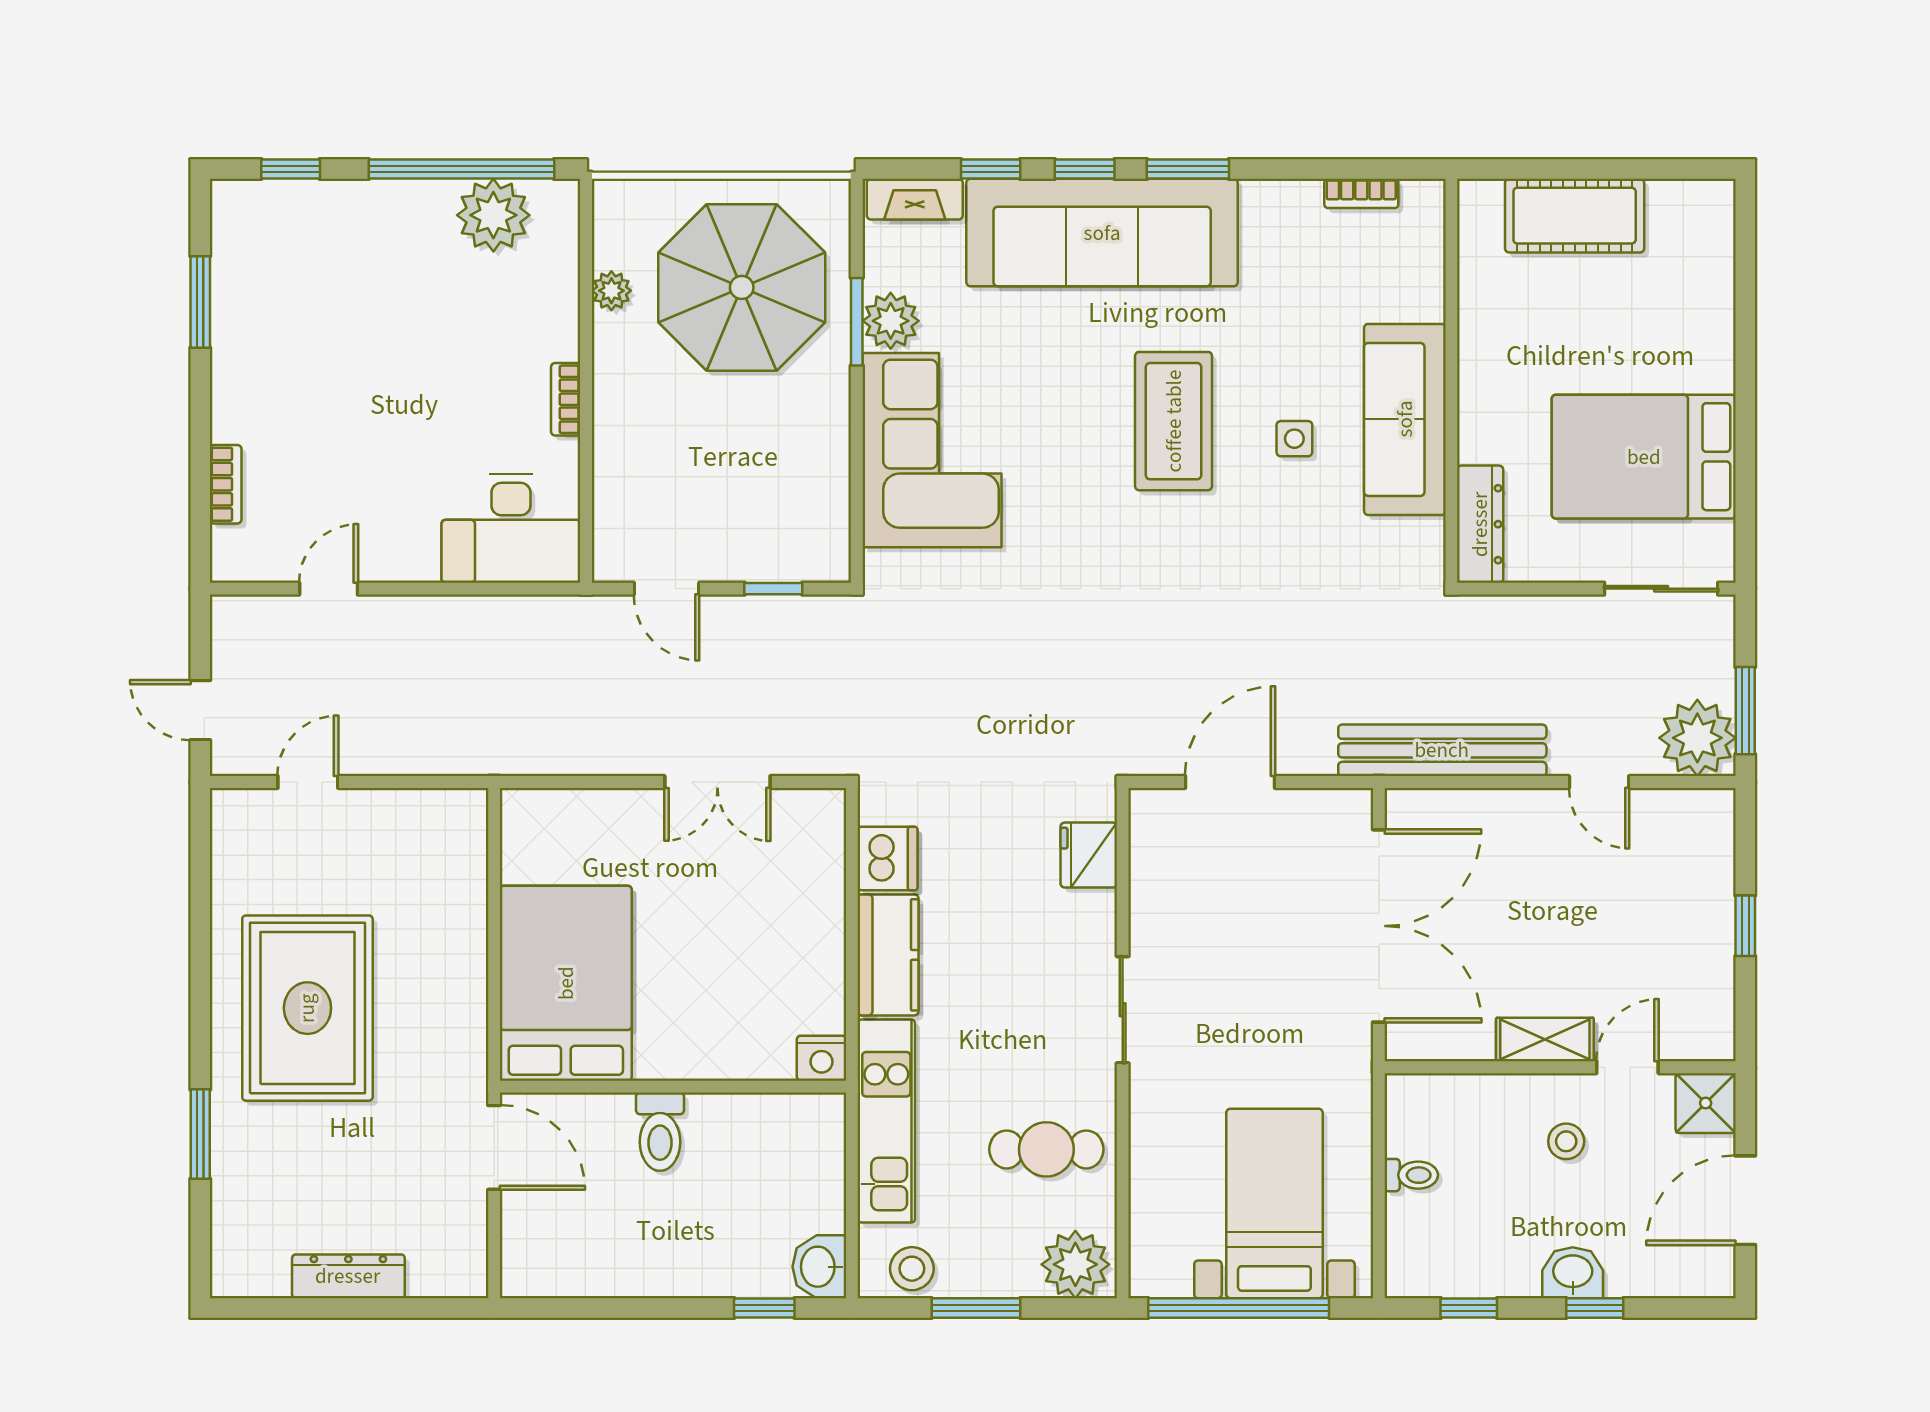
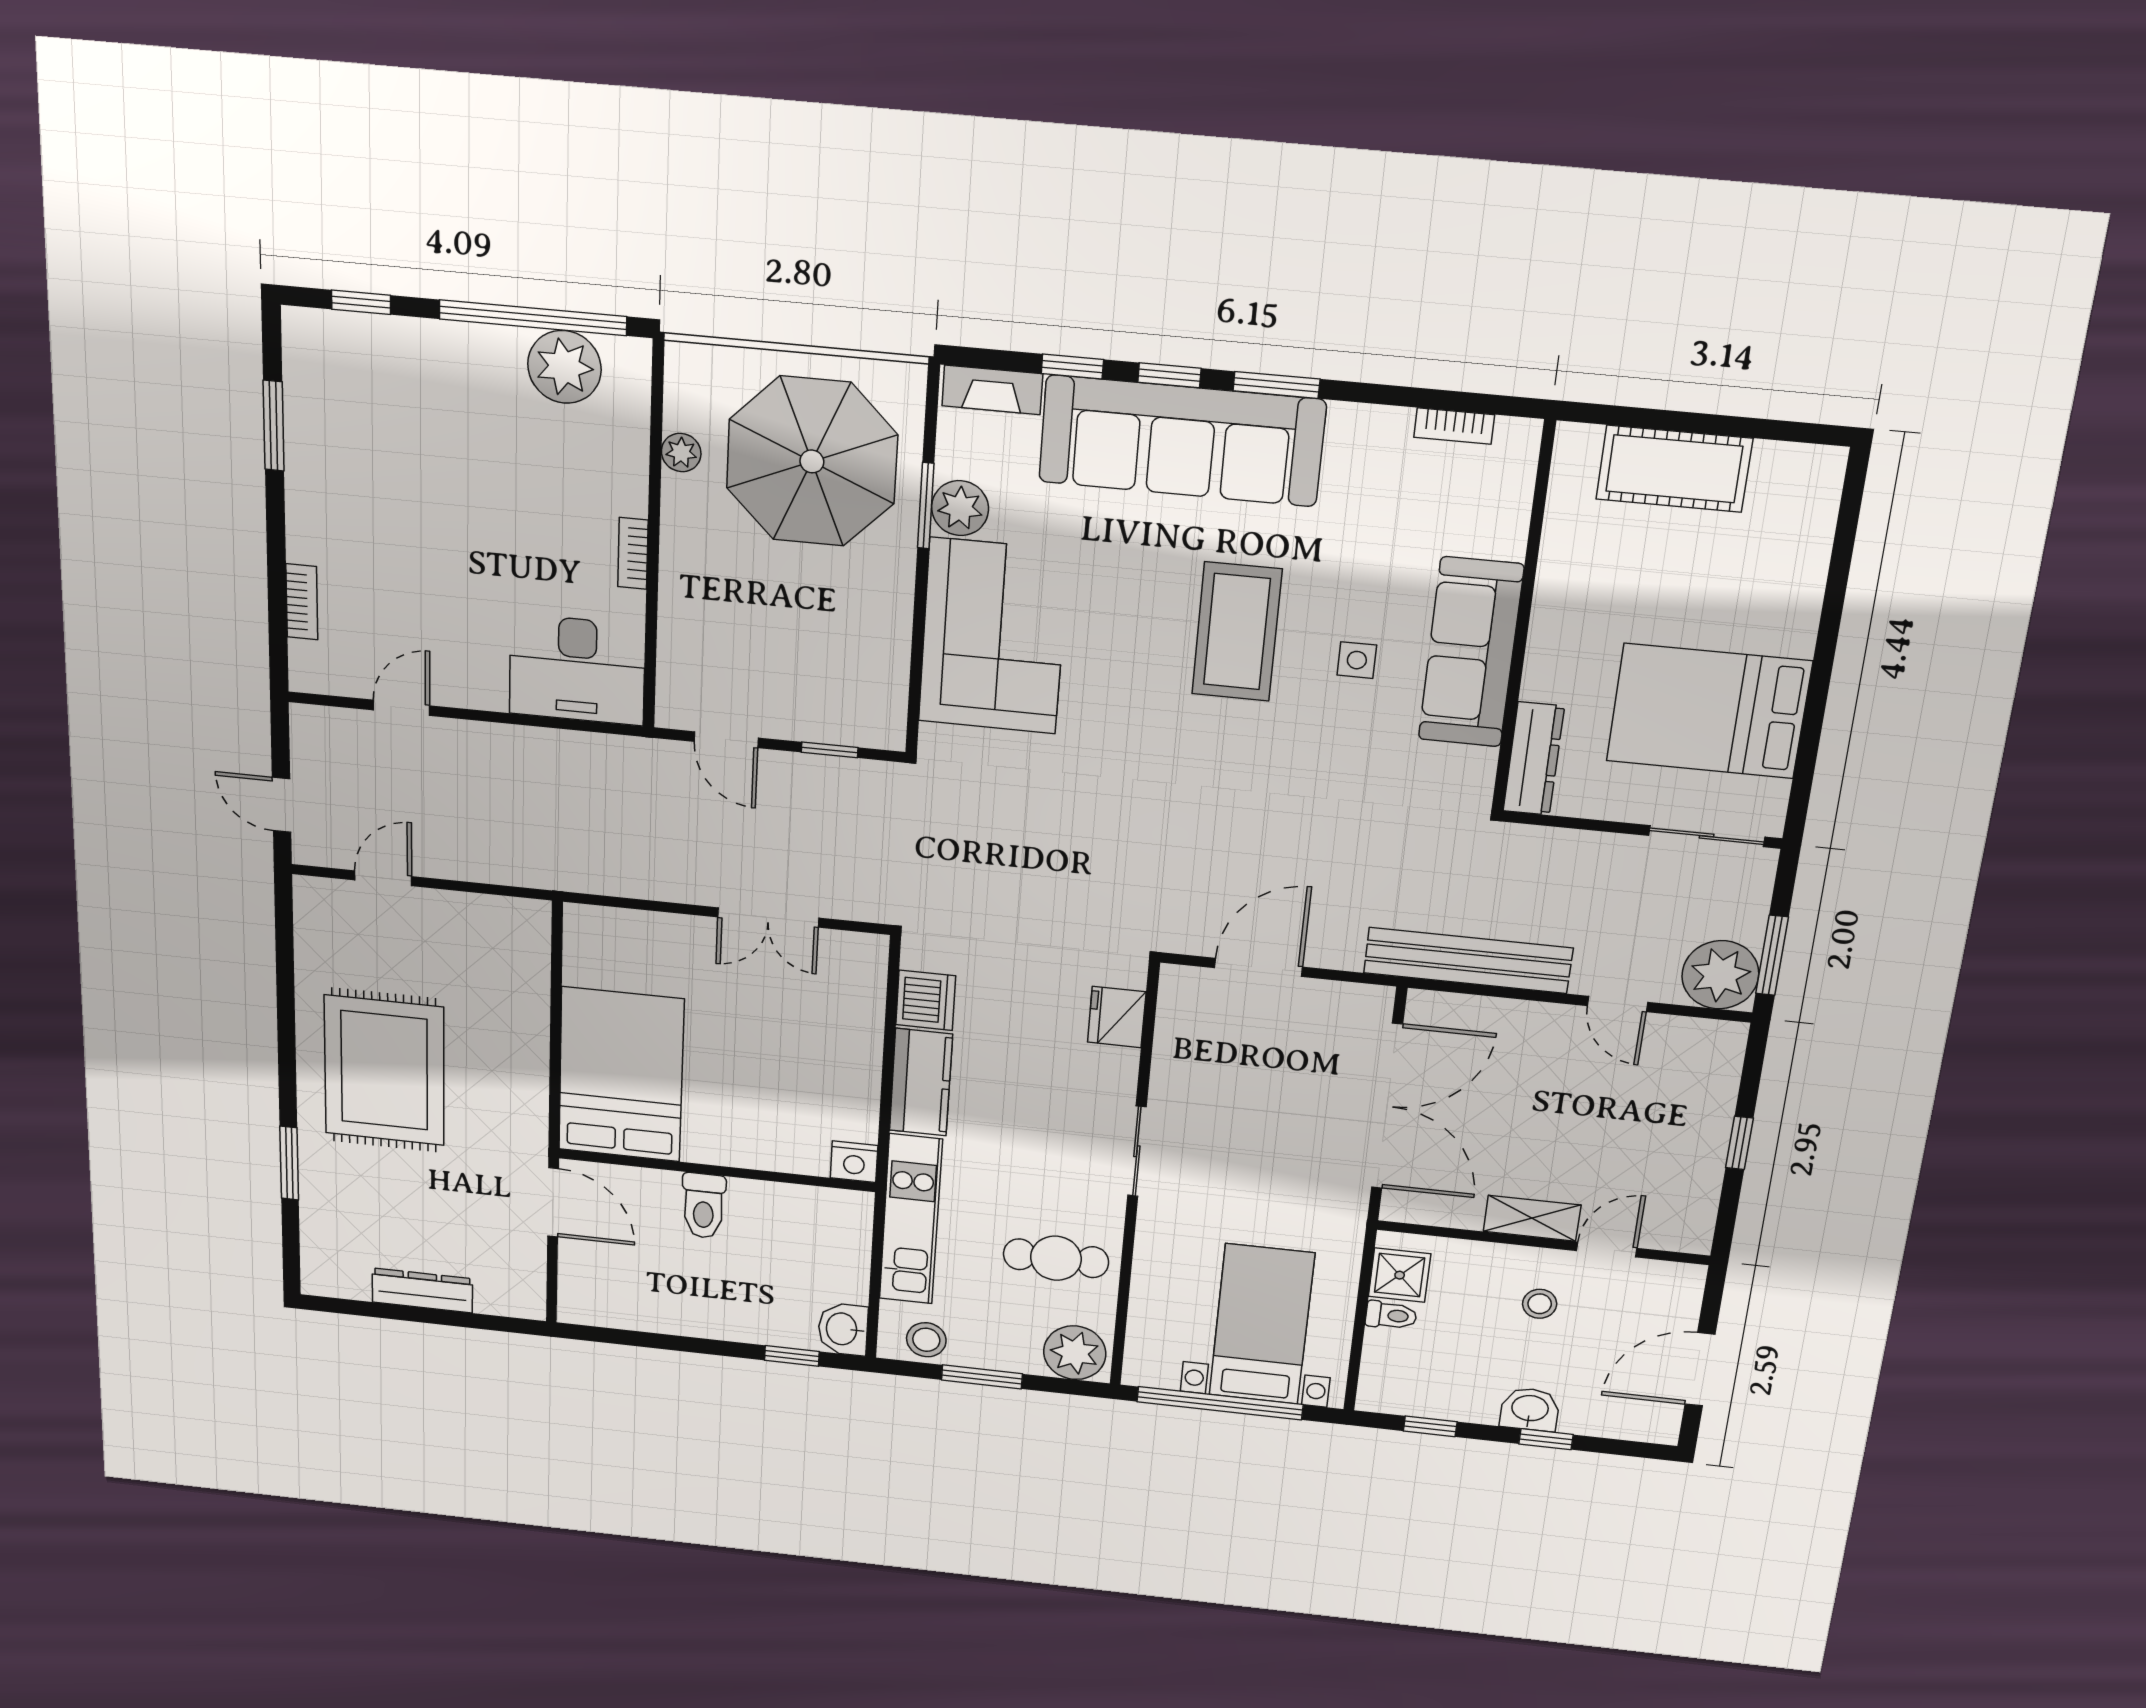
shower: (1706, 1103) -> (1400, 1275), moved

